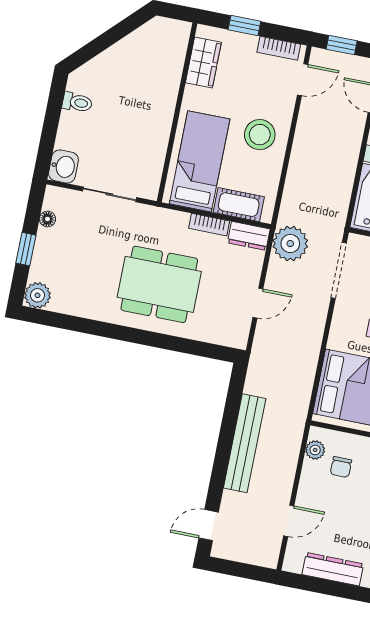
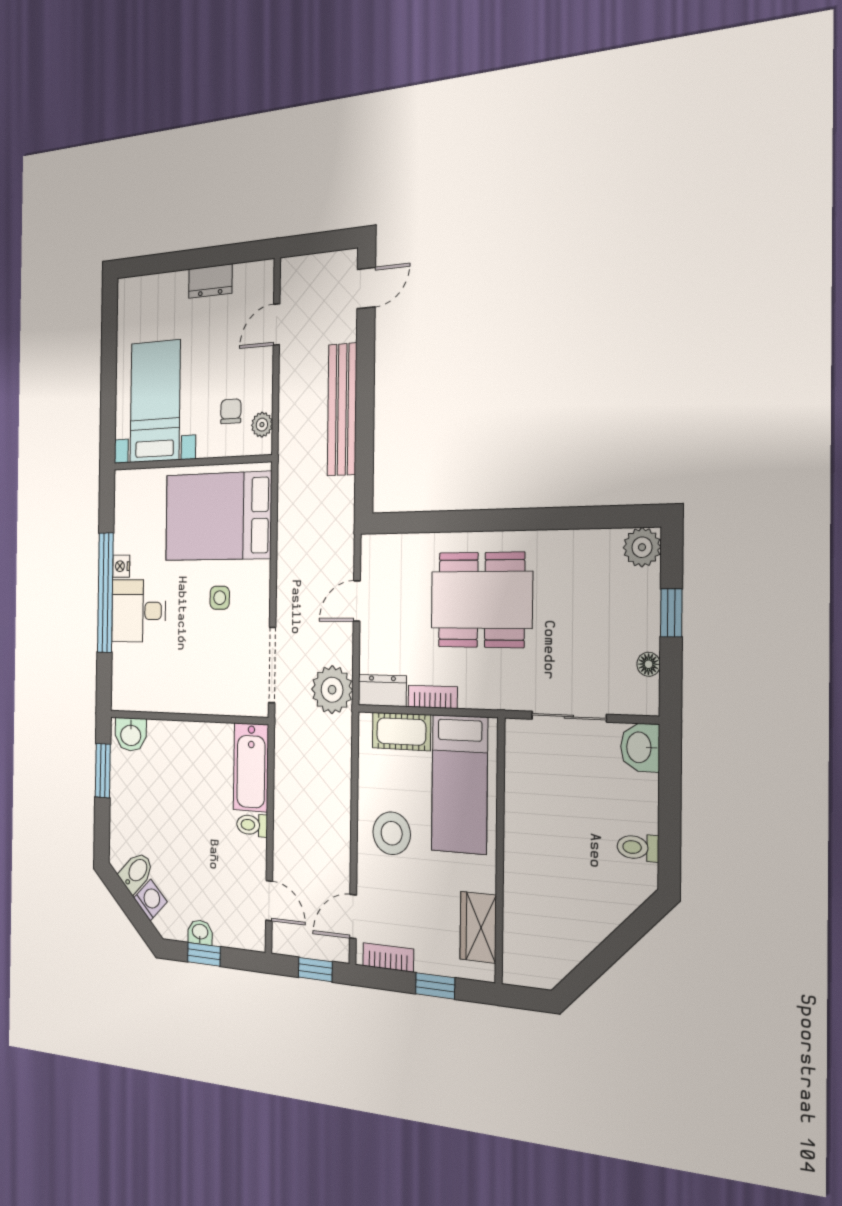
dresser: (333, 569) -> (210, 281), width x0.70

